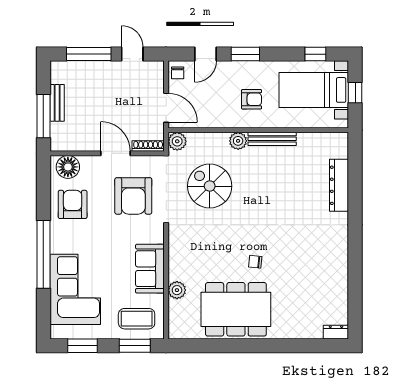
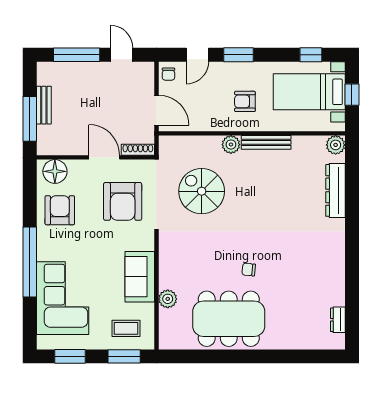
armchair: (252, 99) -> (245, 101), turned 180
plant: (177, 141) -> (336, 145), moved
coffee table: (137, 319) -> (126, 328), width x0.73, depth x0.77
dresser: (336, 332) -> (338, 320), moved, turned -90

